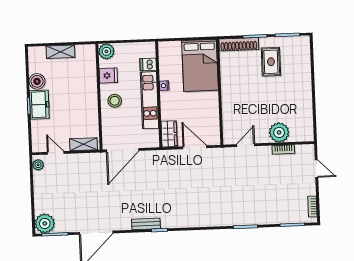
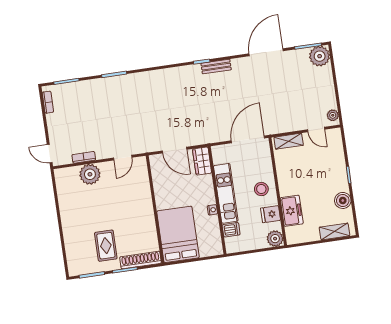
shelving: (60, 52) -> (334, 231), moved
freezer: (39, 105) -> (292, 211), moved, turned 180
door: (316, 168) -> (50, 154), moved

